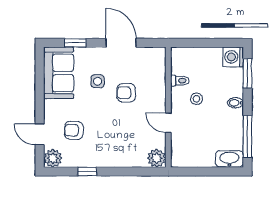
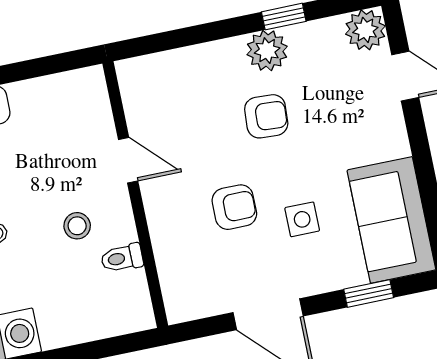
armchair: (74, 130) -> (266, 116), moved
plant: (157, 158) -> (267, 51), moved

